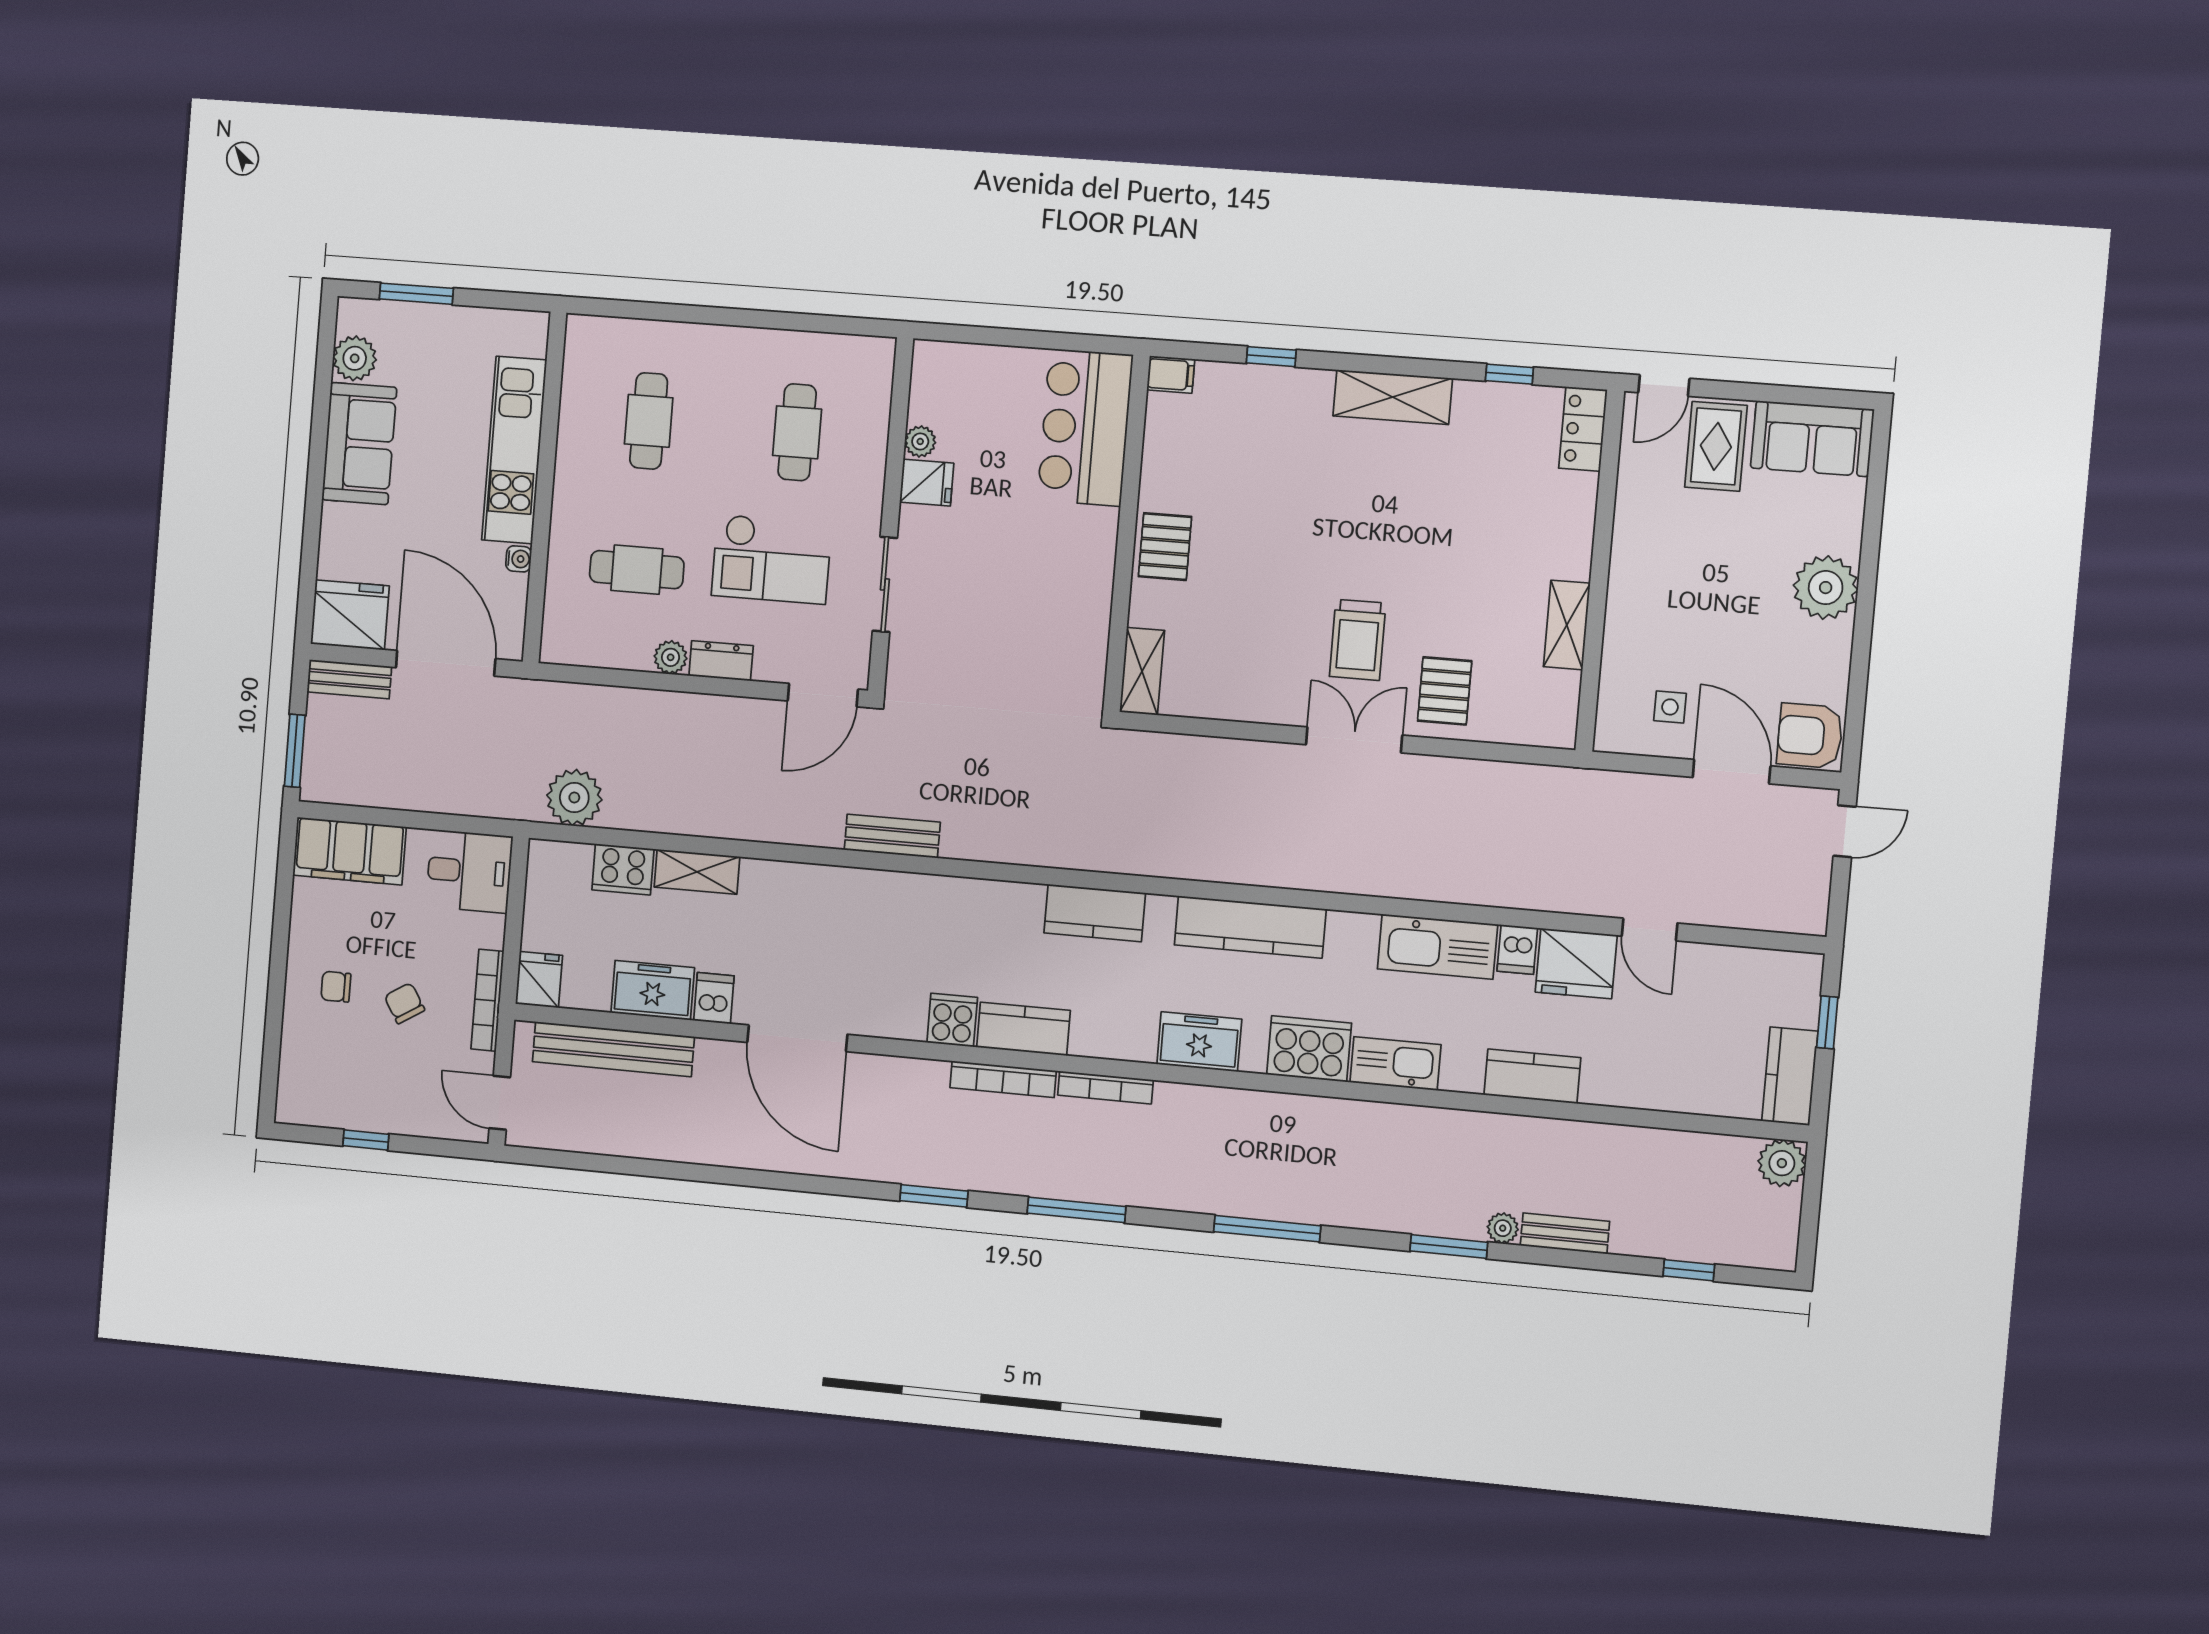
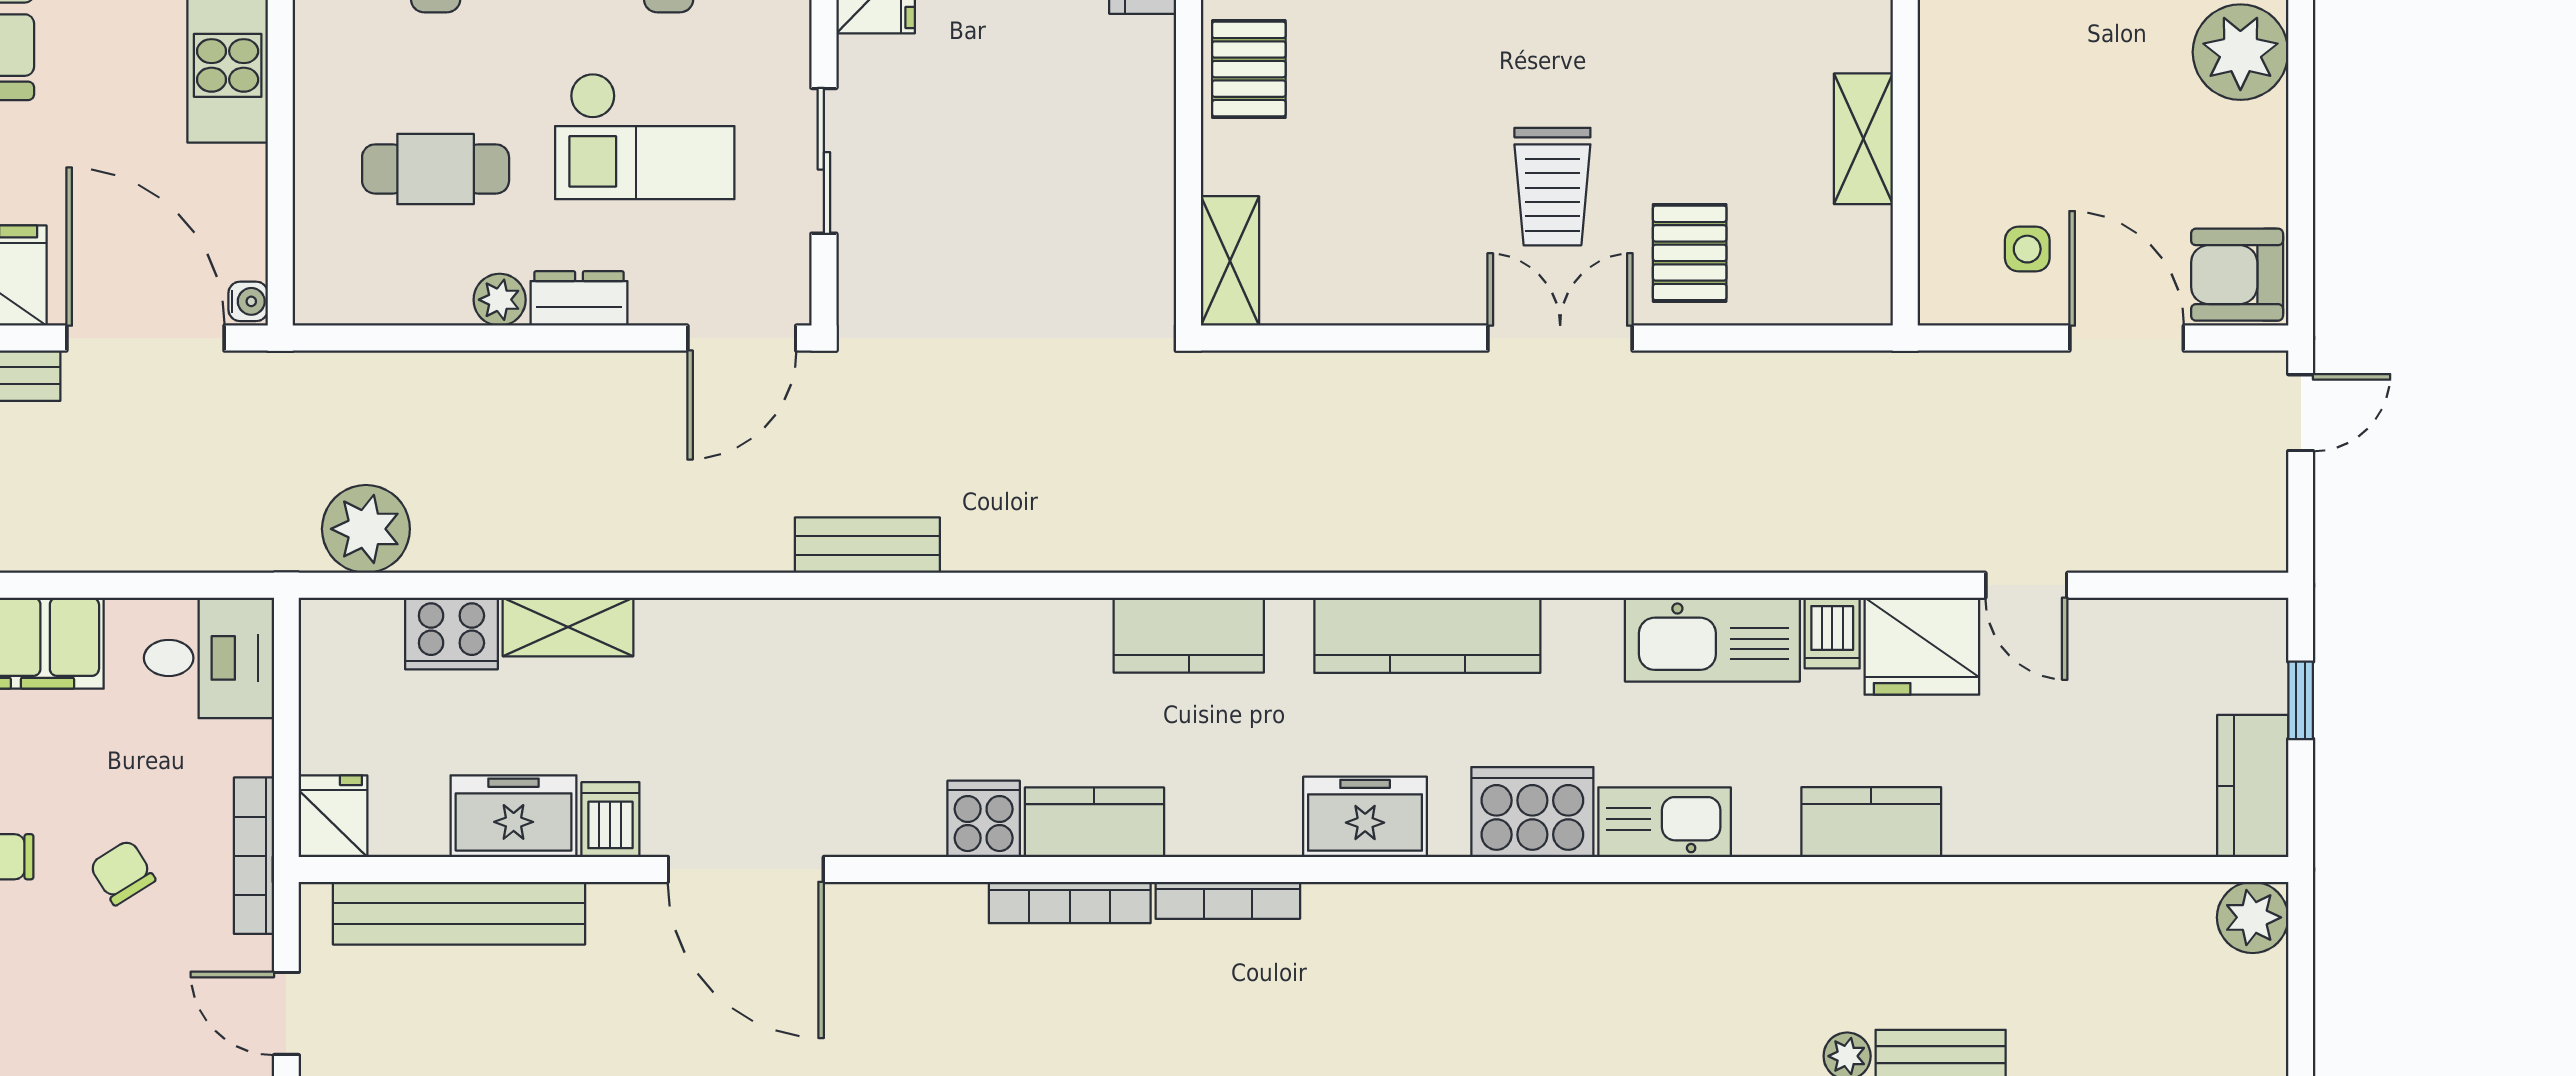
water cooler: (519, 559) -> (248, 301), moved

